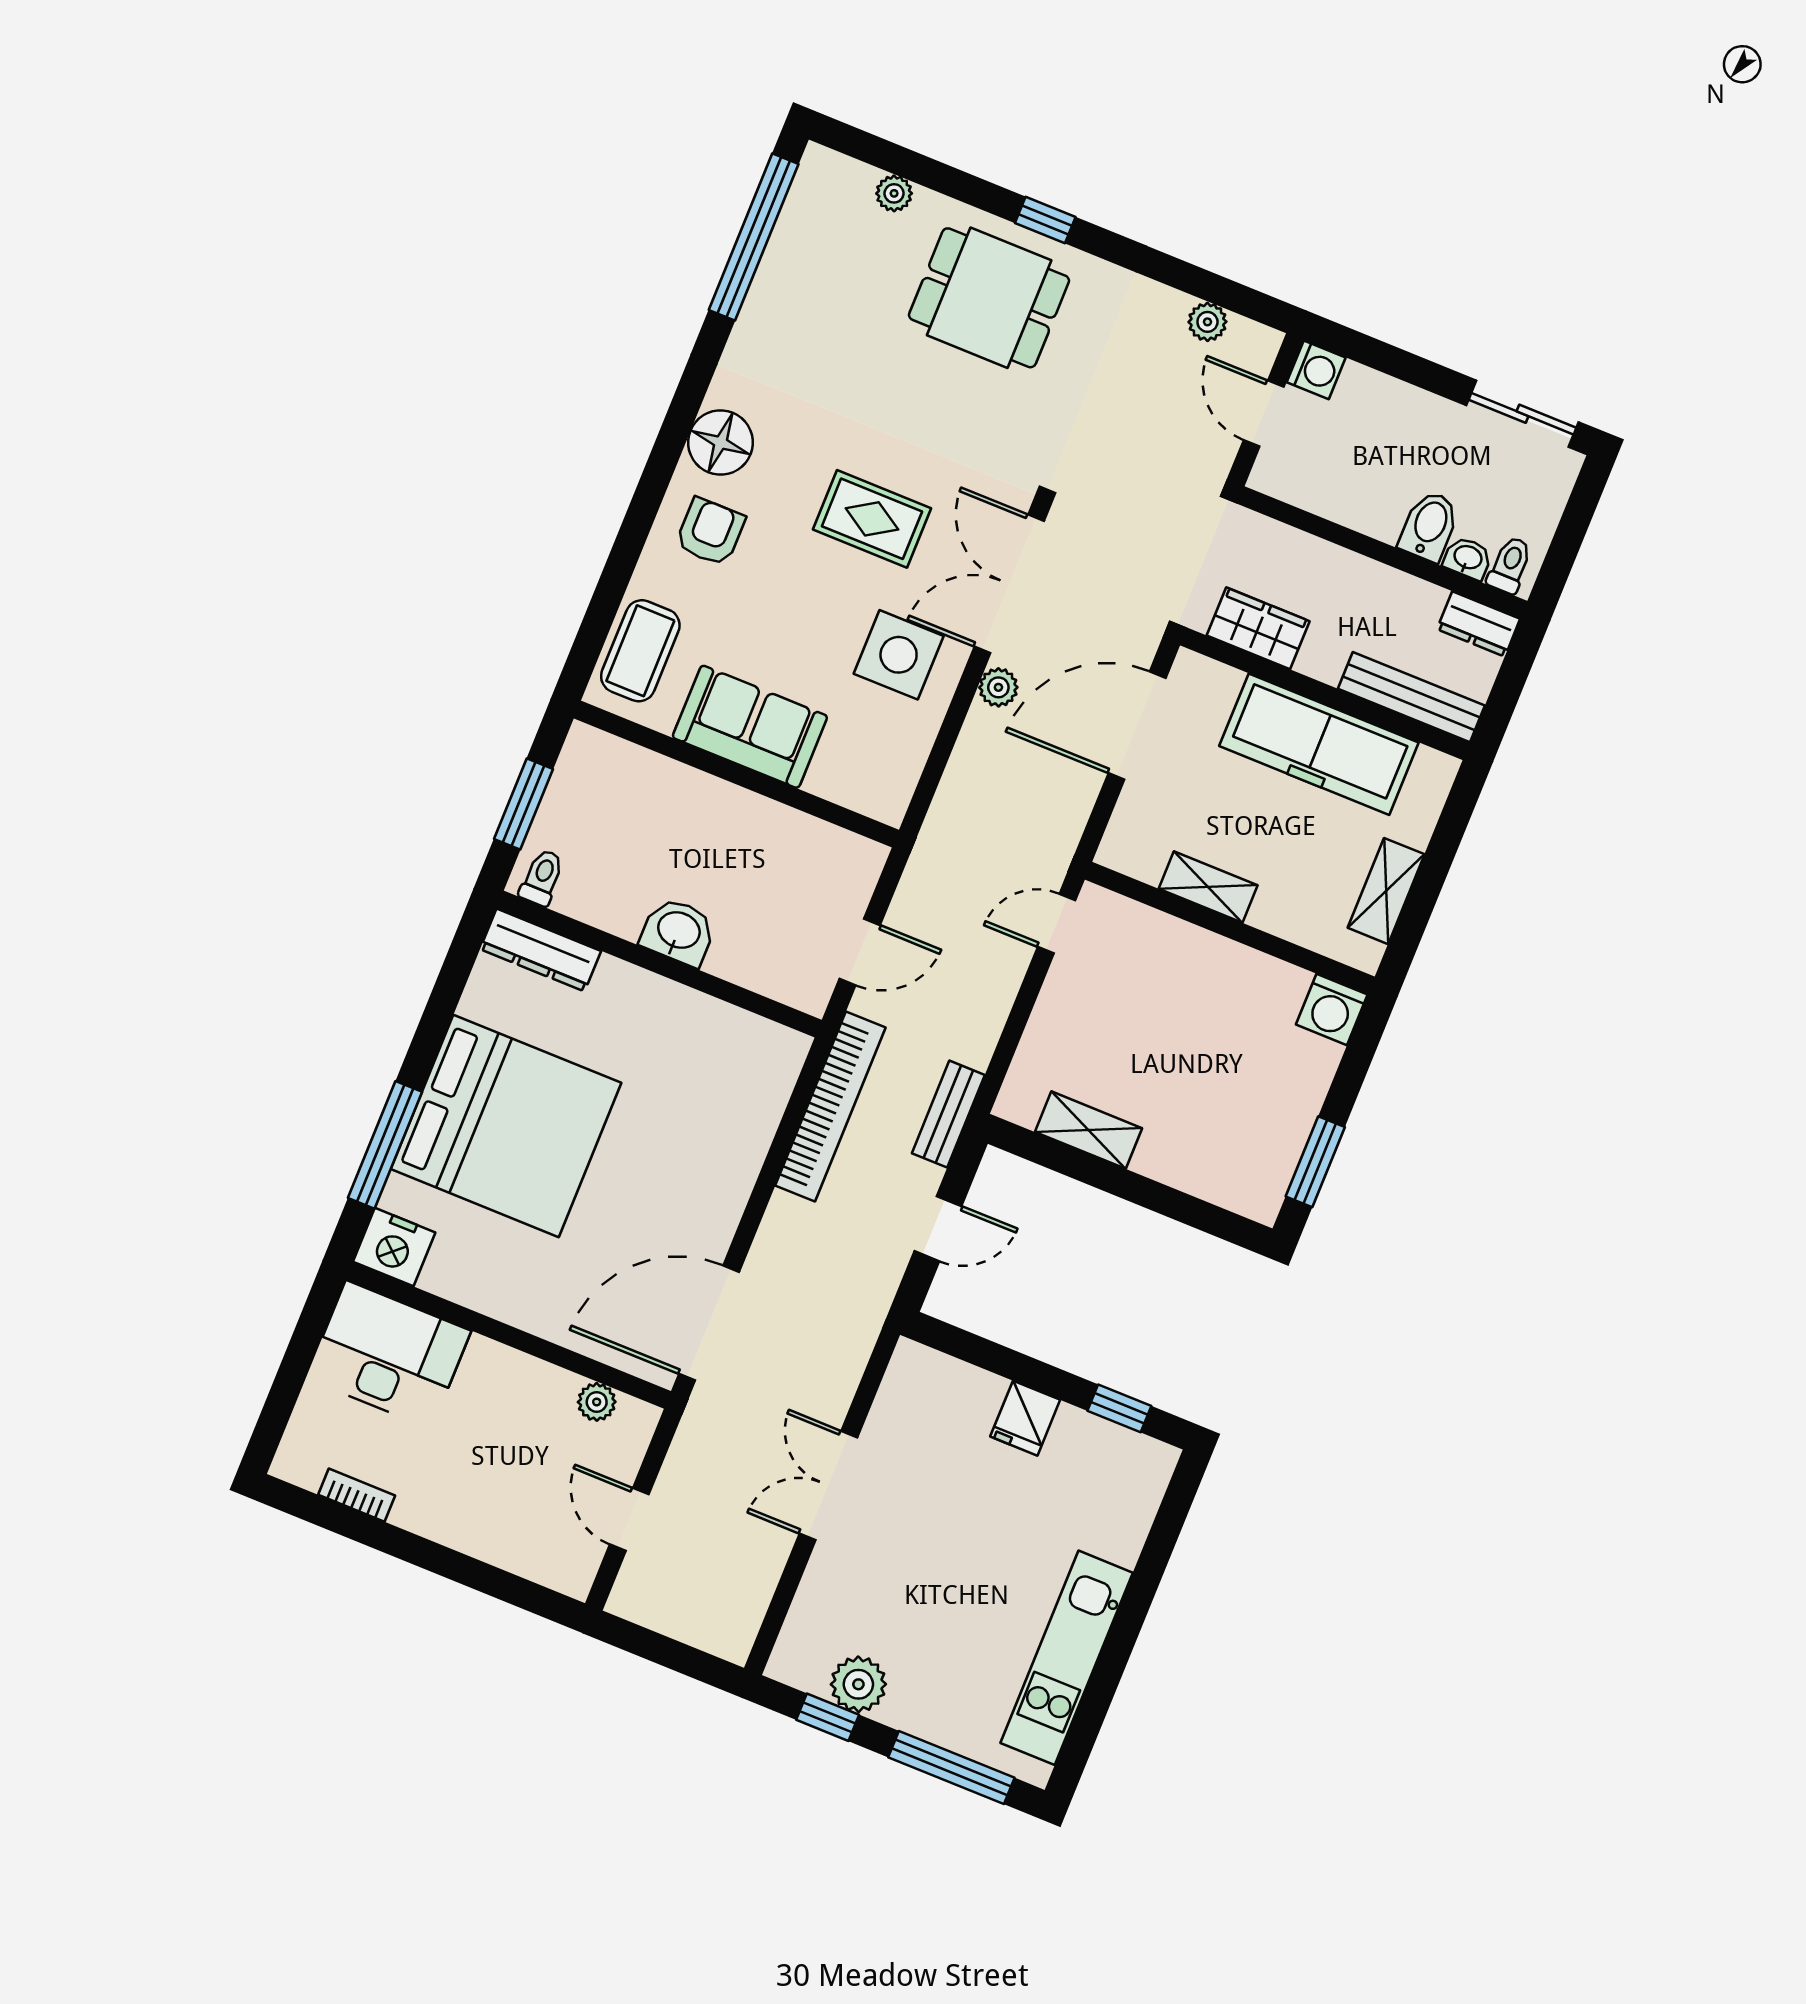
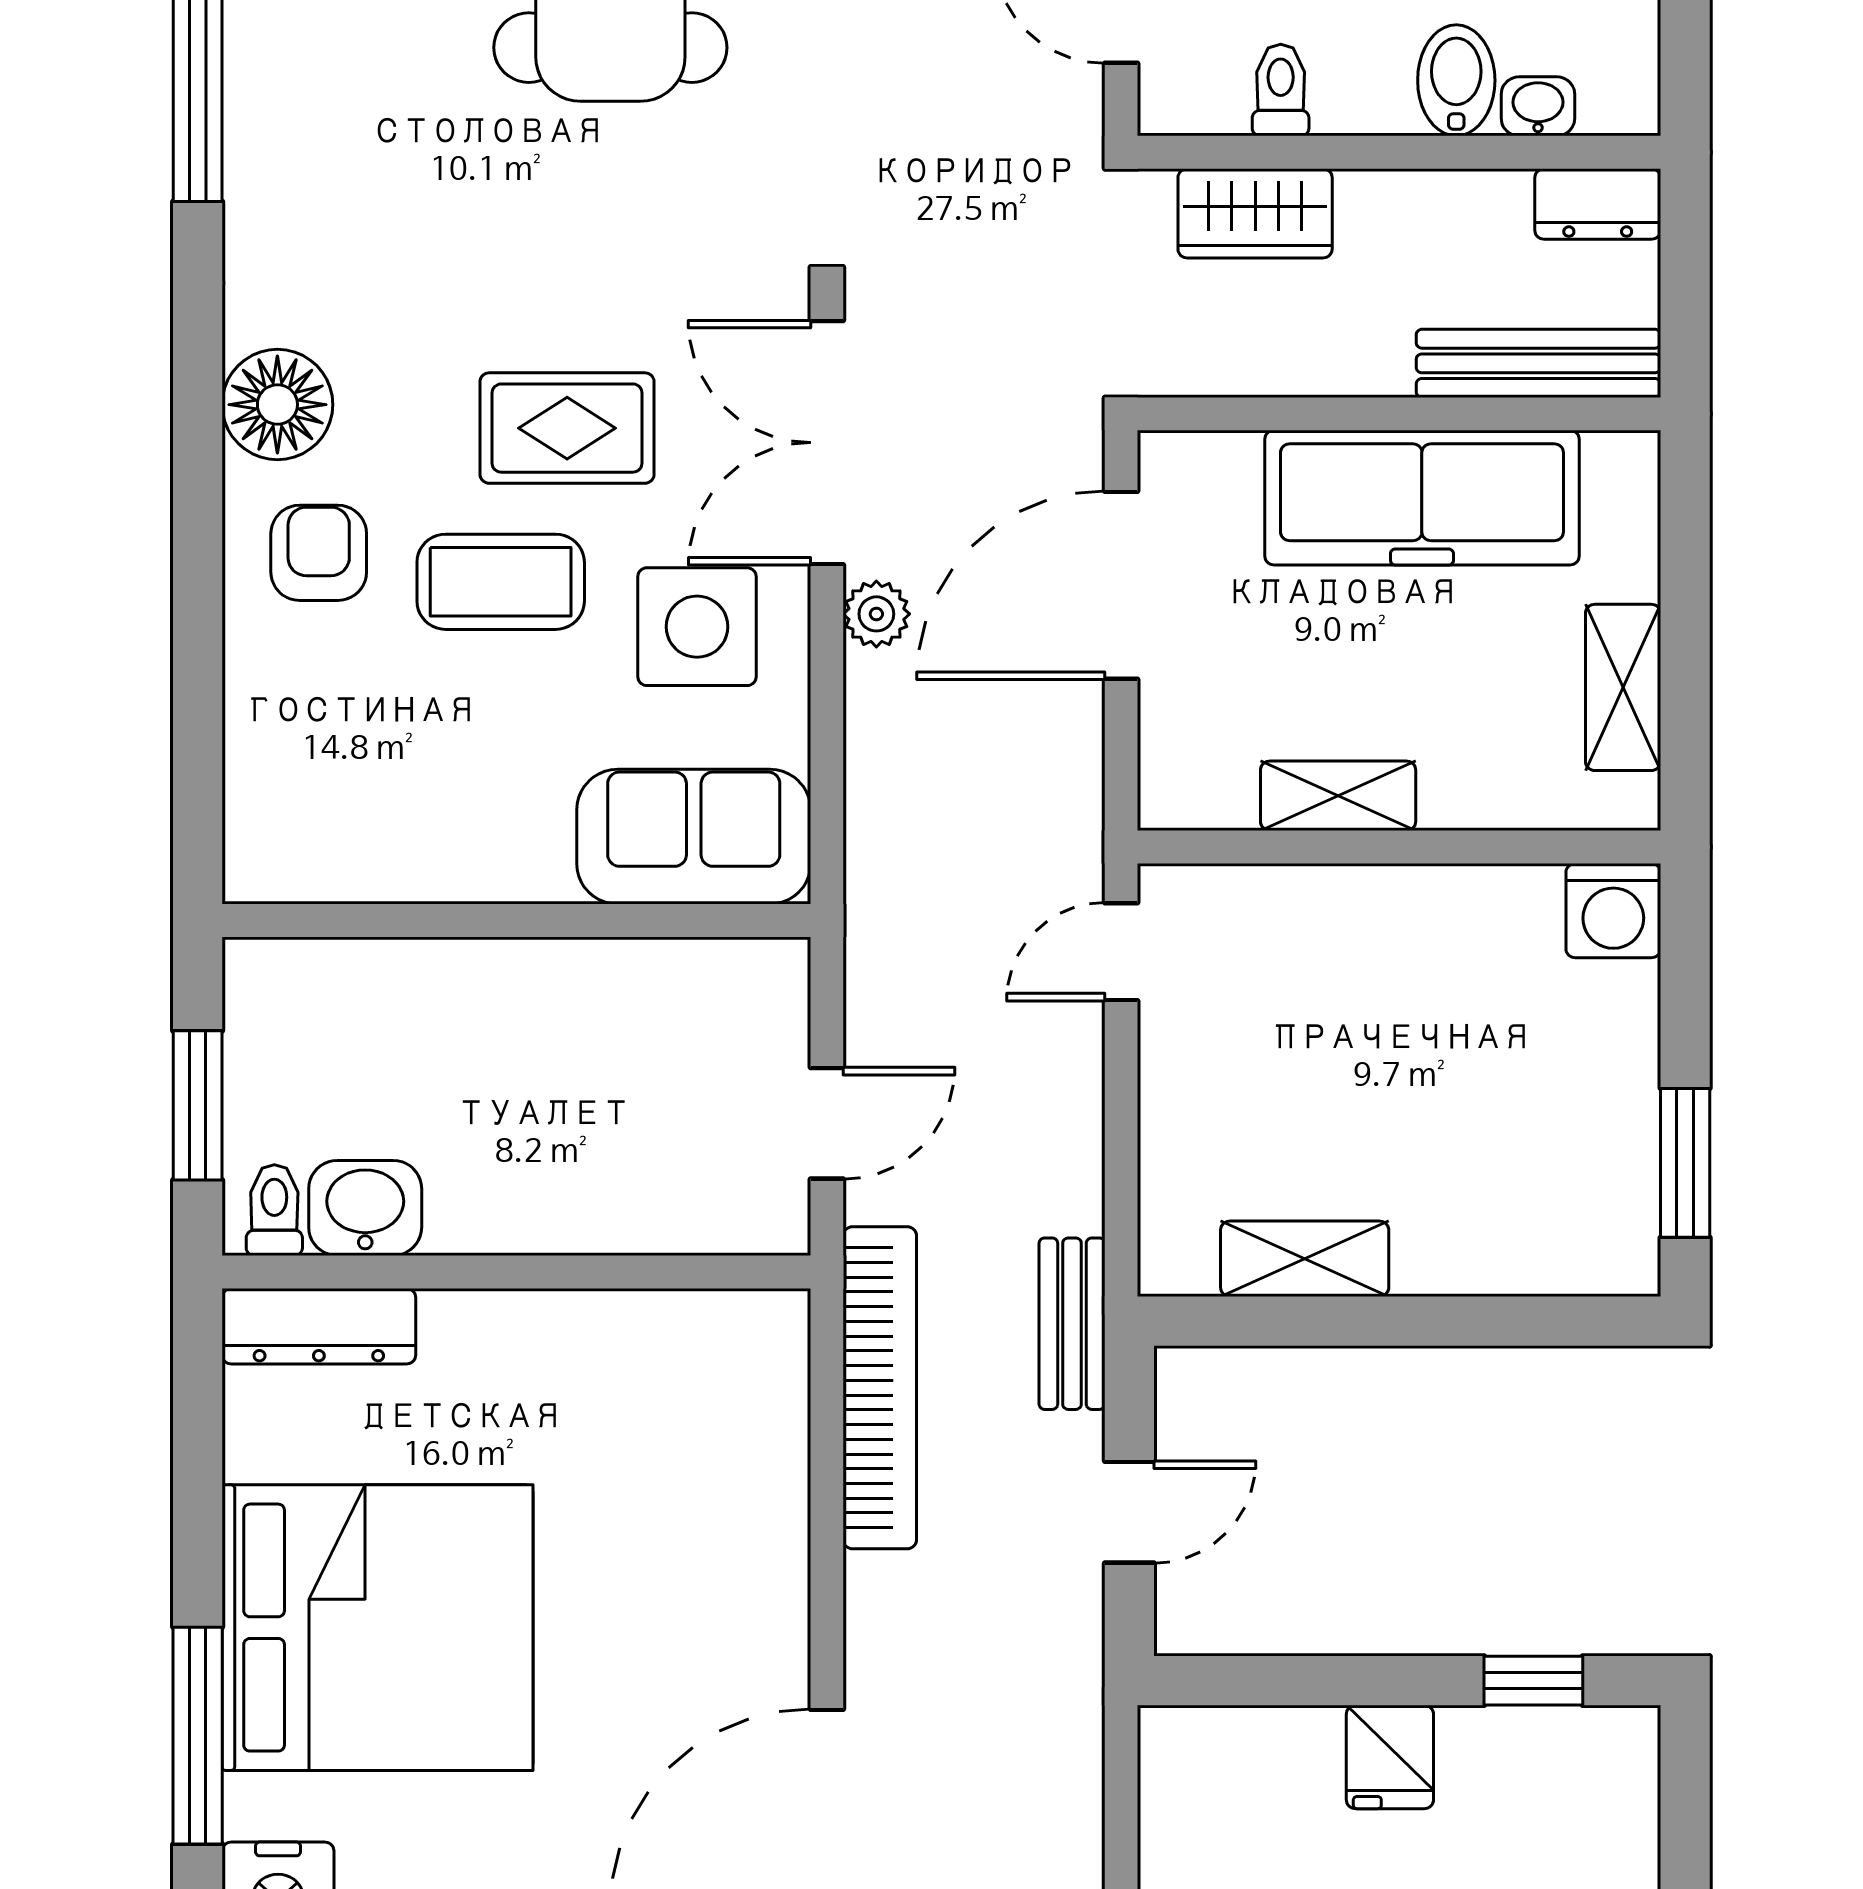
toilet: (1510, 565) -> (1281, 90), moved
wardrobe: (1258, 628) -> (1255, 213), moved, turned 180
coffee table: (640, 651) -> (501, 582), moved, turned 90
sofa: (750, 727) -> (694, 837), moved
washbasin: (678, 932) -> (365, 1208), moved

